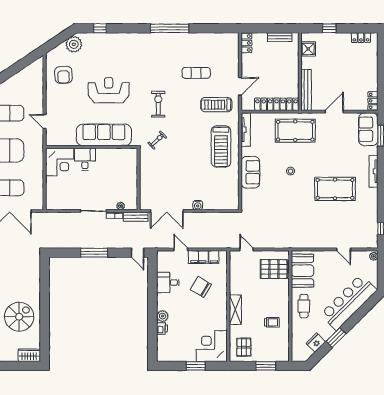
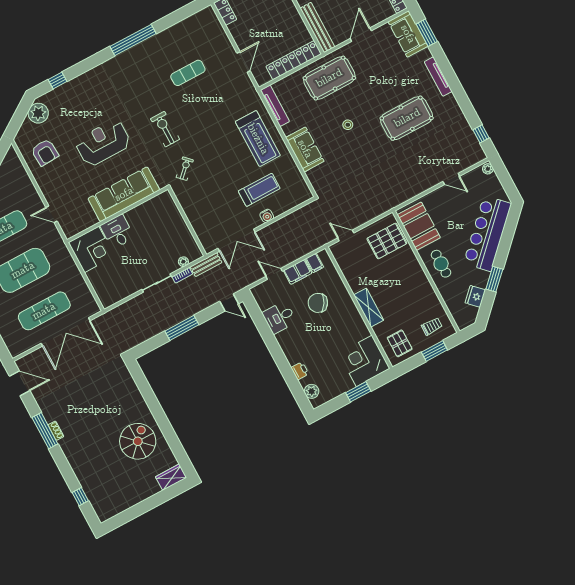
treadmill: (216, 105) -> (259, 190), moved, turned 180
plant: (162, 316) -> (312, 391), moved
trolley: (272, 322) -> (432, 326), moved

